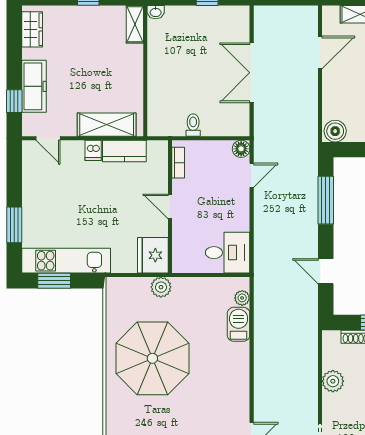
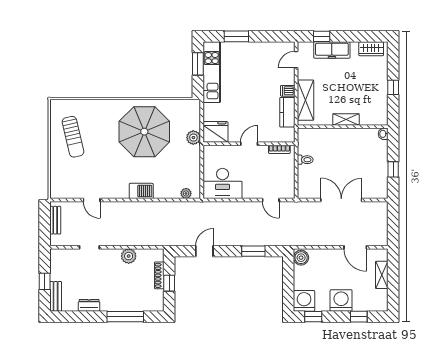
shelving: (135, 24) -> (346, 120), moved
floor lamp: (241, 149) -> (289, 193), removed
window: (326, 200) -> (253, 251), width x0.69
desk: (228, 253) -> (223, 183), width x1.37
barbecue: (239, 324) -> (141, 191), moved

